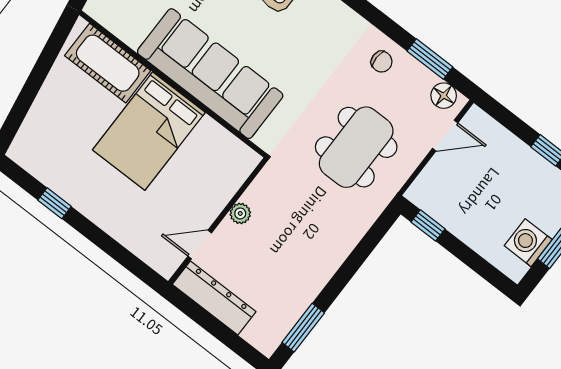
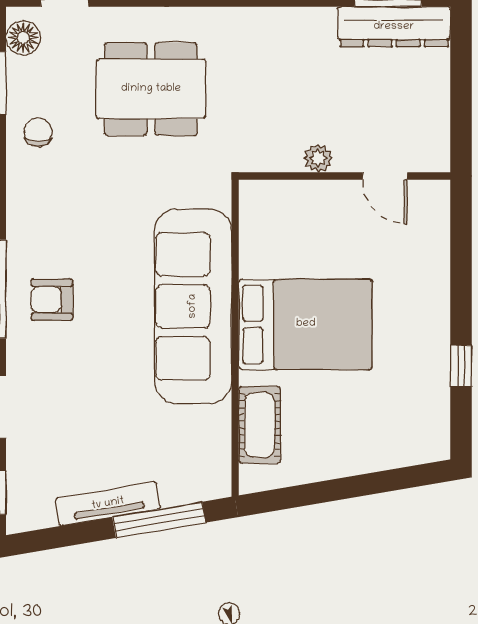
cot: (108, 63) -> (260, 425), width x0.73, depth x0.75
dresser: (214, 298) -> (394, 27), moved, turned -90

